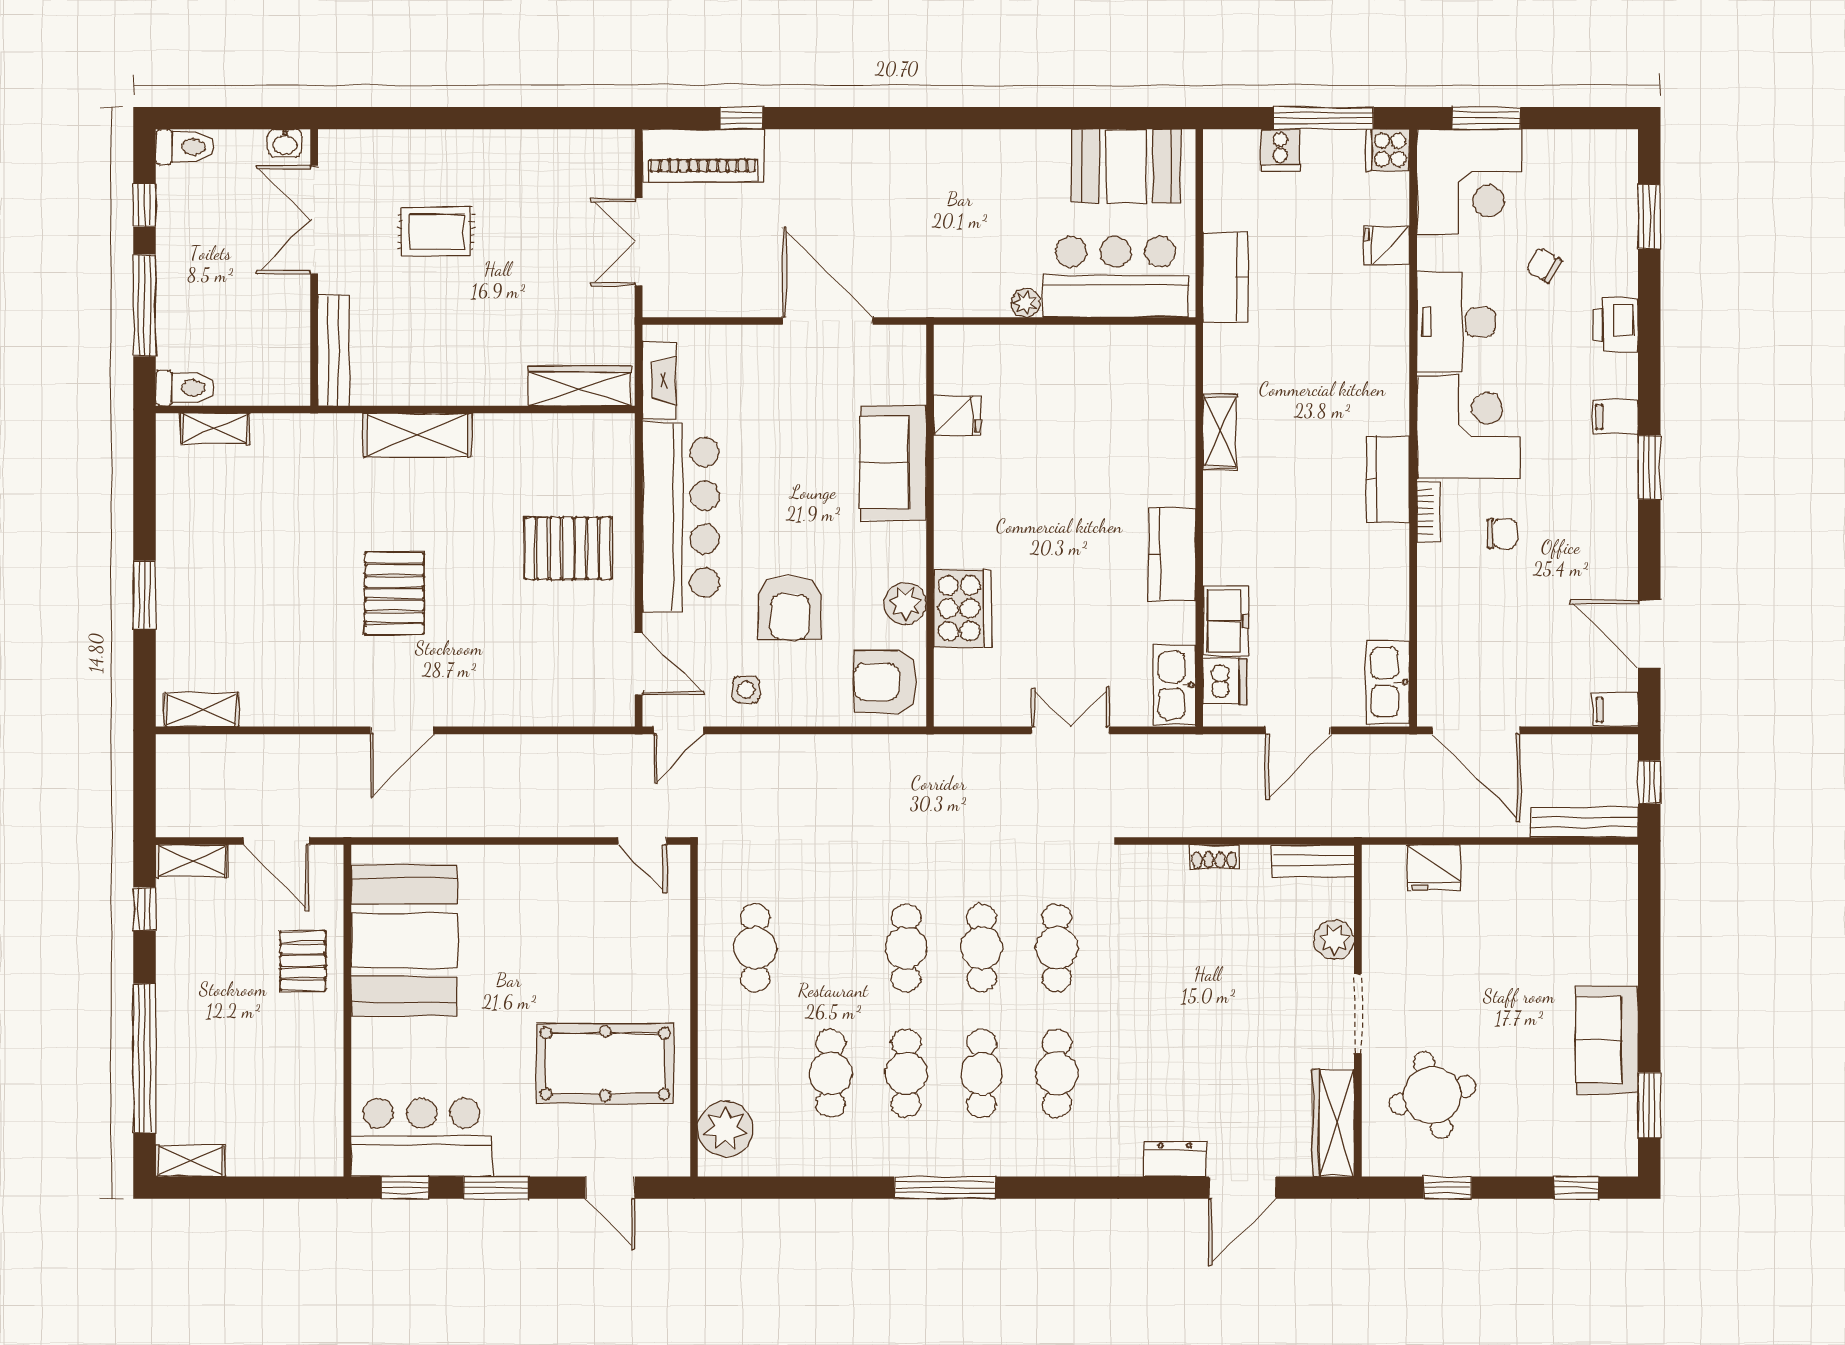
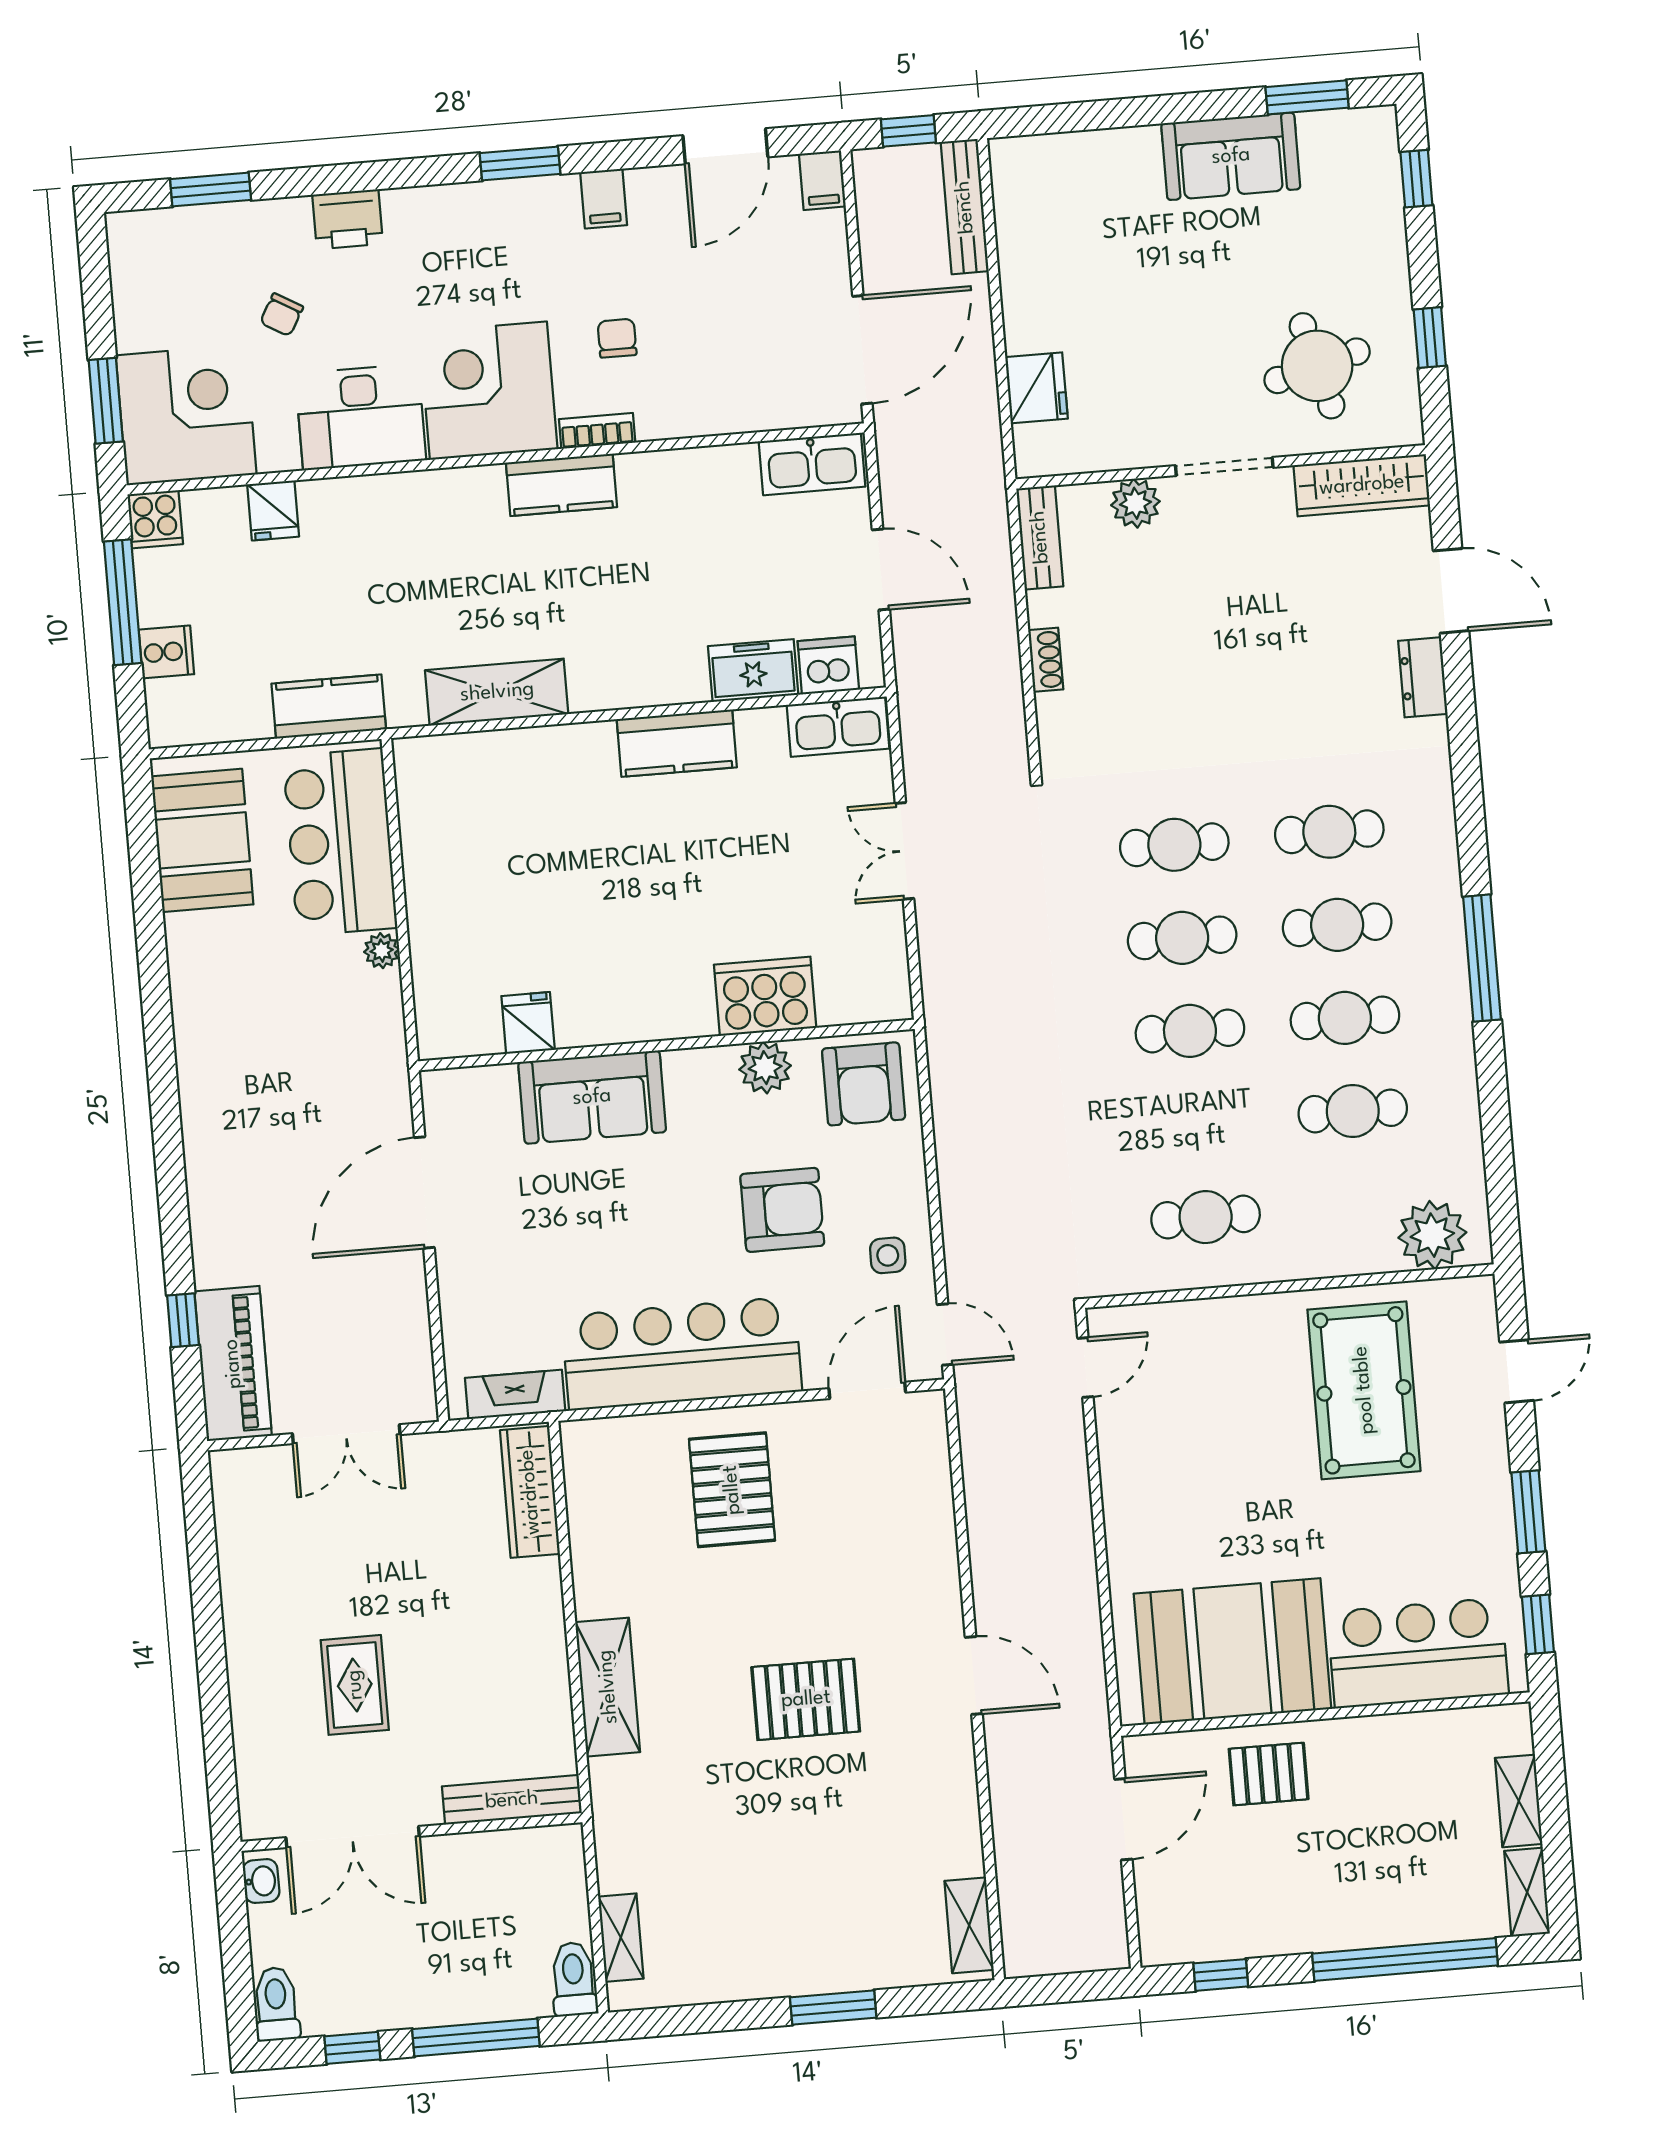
filing cabinet: (1615, 417) -> (604, 199), moved
shelving: (1220, 432) -> (497, 692), width x1.50, depth x1.33
shelving: (192, 861) -> (1519, 1801), moved
bar counter: (422, 1137) -> (1418, 1653), moved, turned 90

